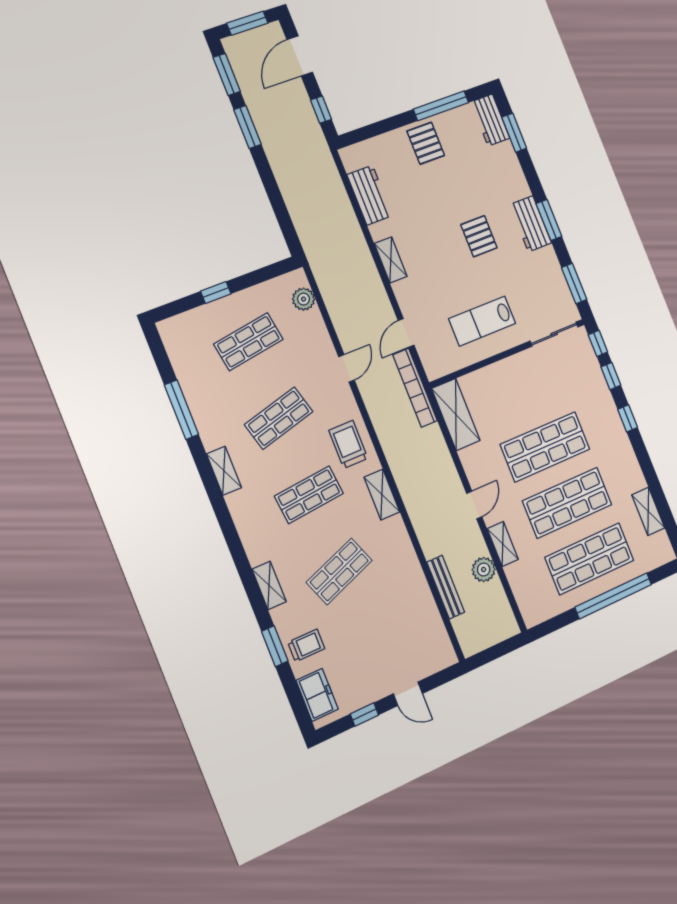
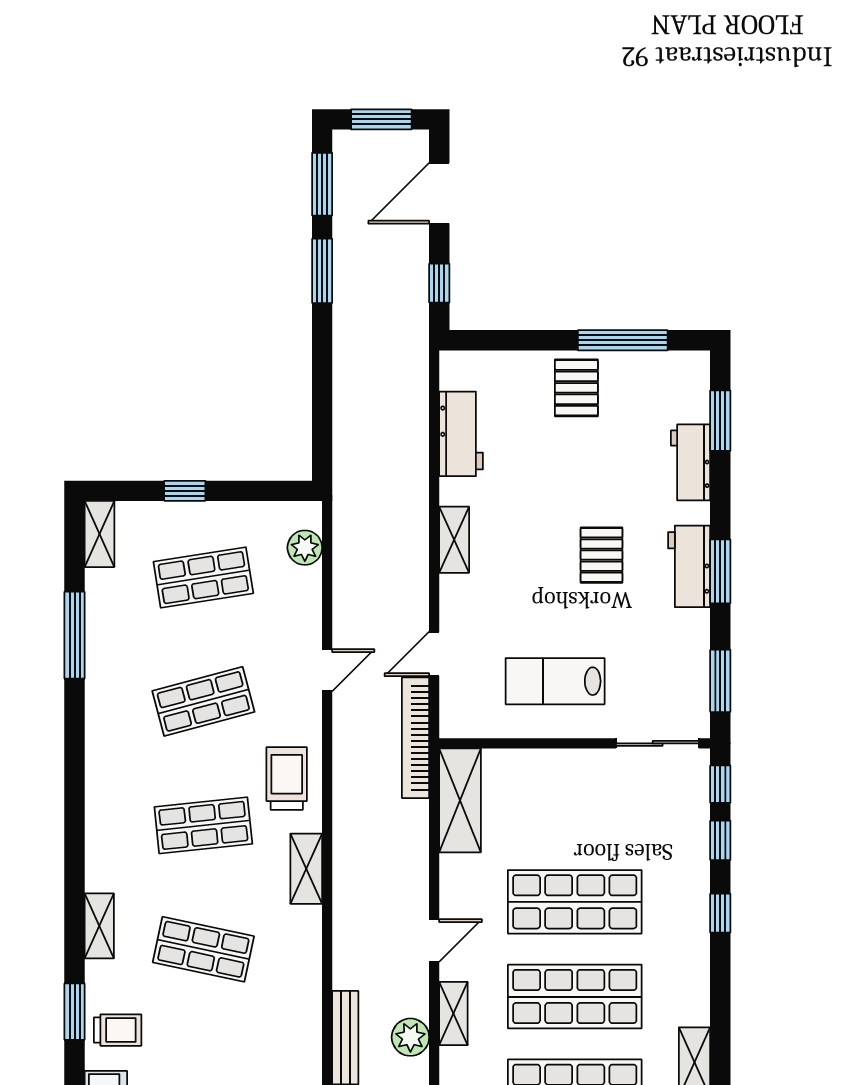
workbench: (490, 120) -> (691, 462), moved
shelving: (224, 471) -> (99, 534), moved
shop shelf: (339, 571) -> (203, 949), turned 33

